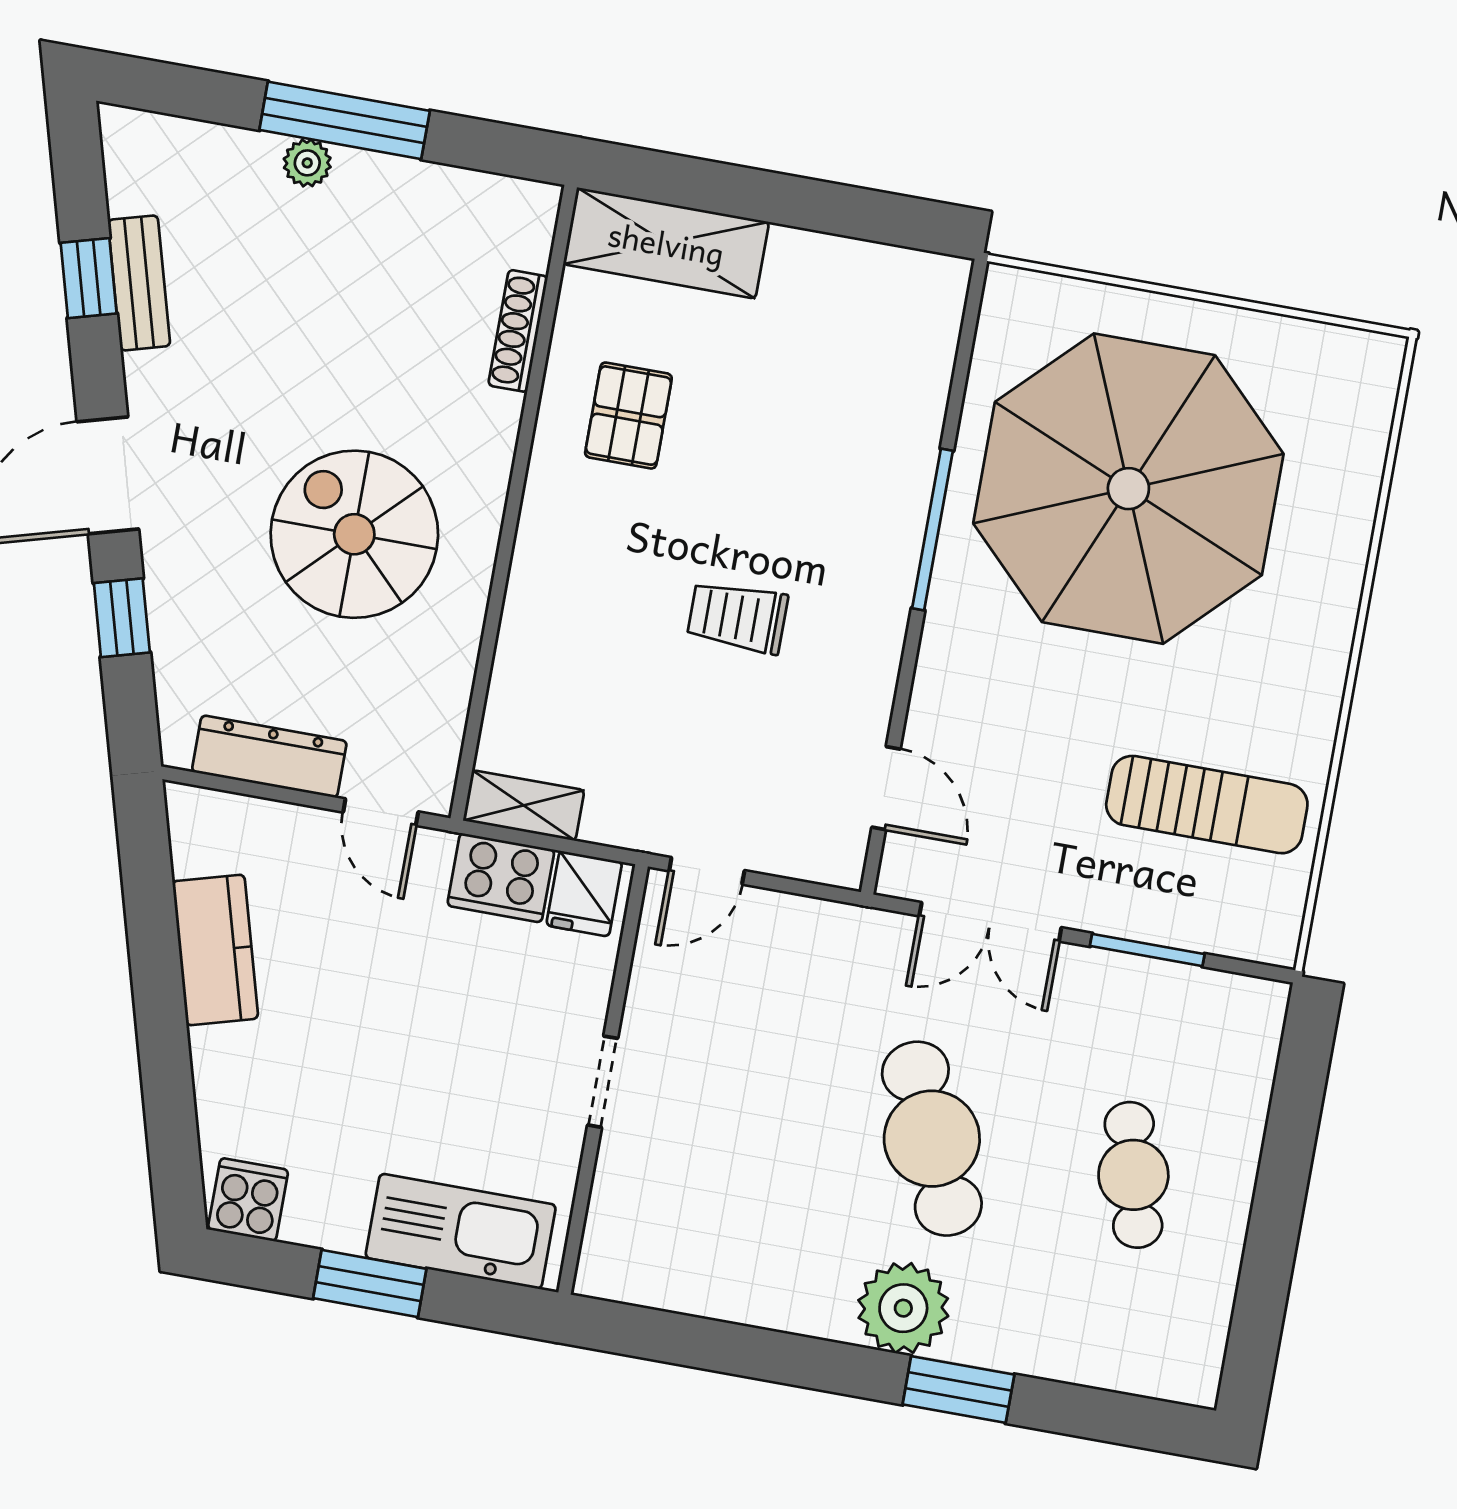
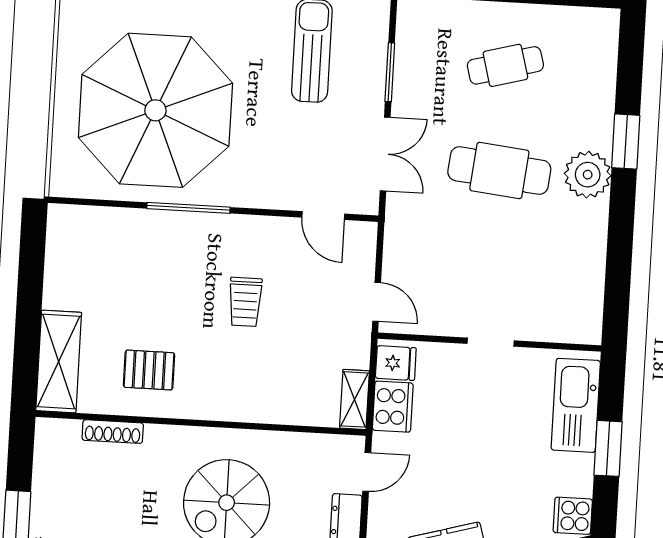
door: (886, 788) -> (323, 216), swing flipped
cafe table: (932, 1139) -> (499, 171), turned 30

